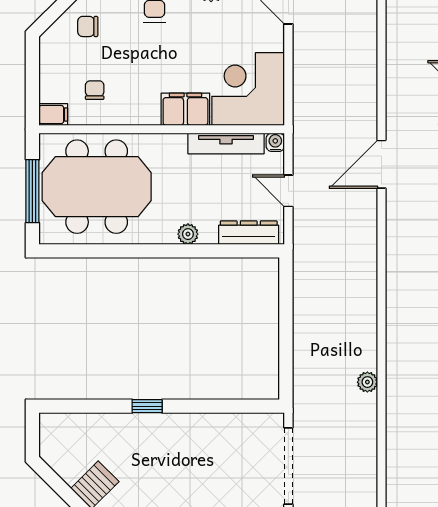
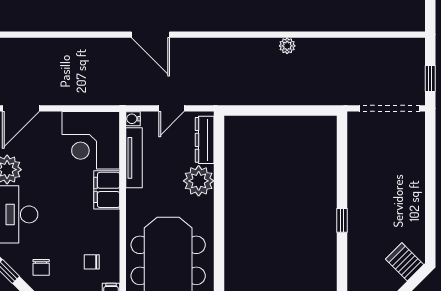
plant: (188, 234) -> (199, 181), width x1.88, depth x1.88
plant: (367, 382) -> (287, 46), moved

